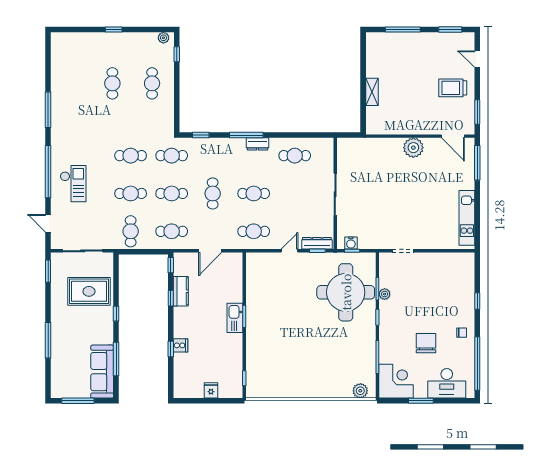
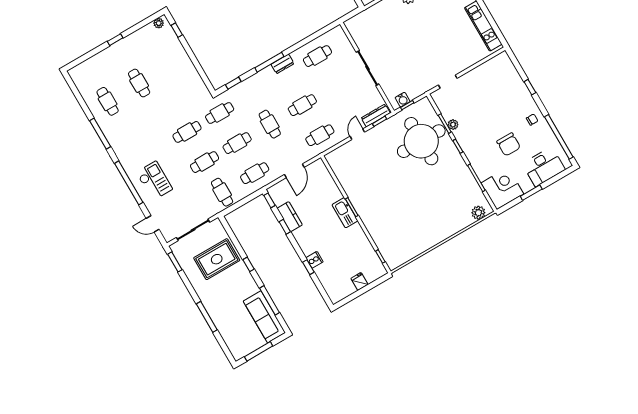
cafe table: (152, 83) -> (108, 101), moved
chair: (426, 343) -> (509, 144), turned 180

